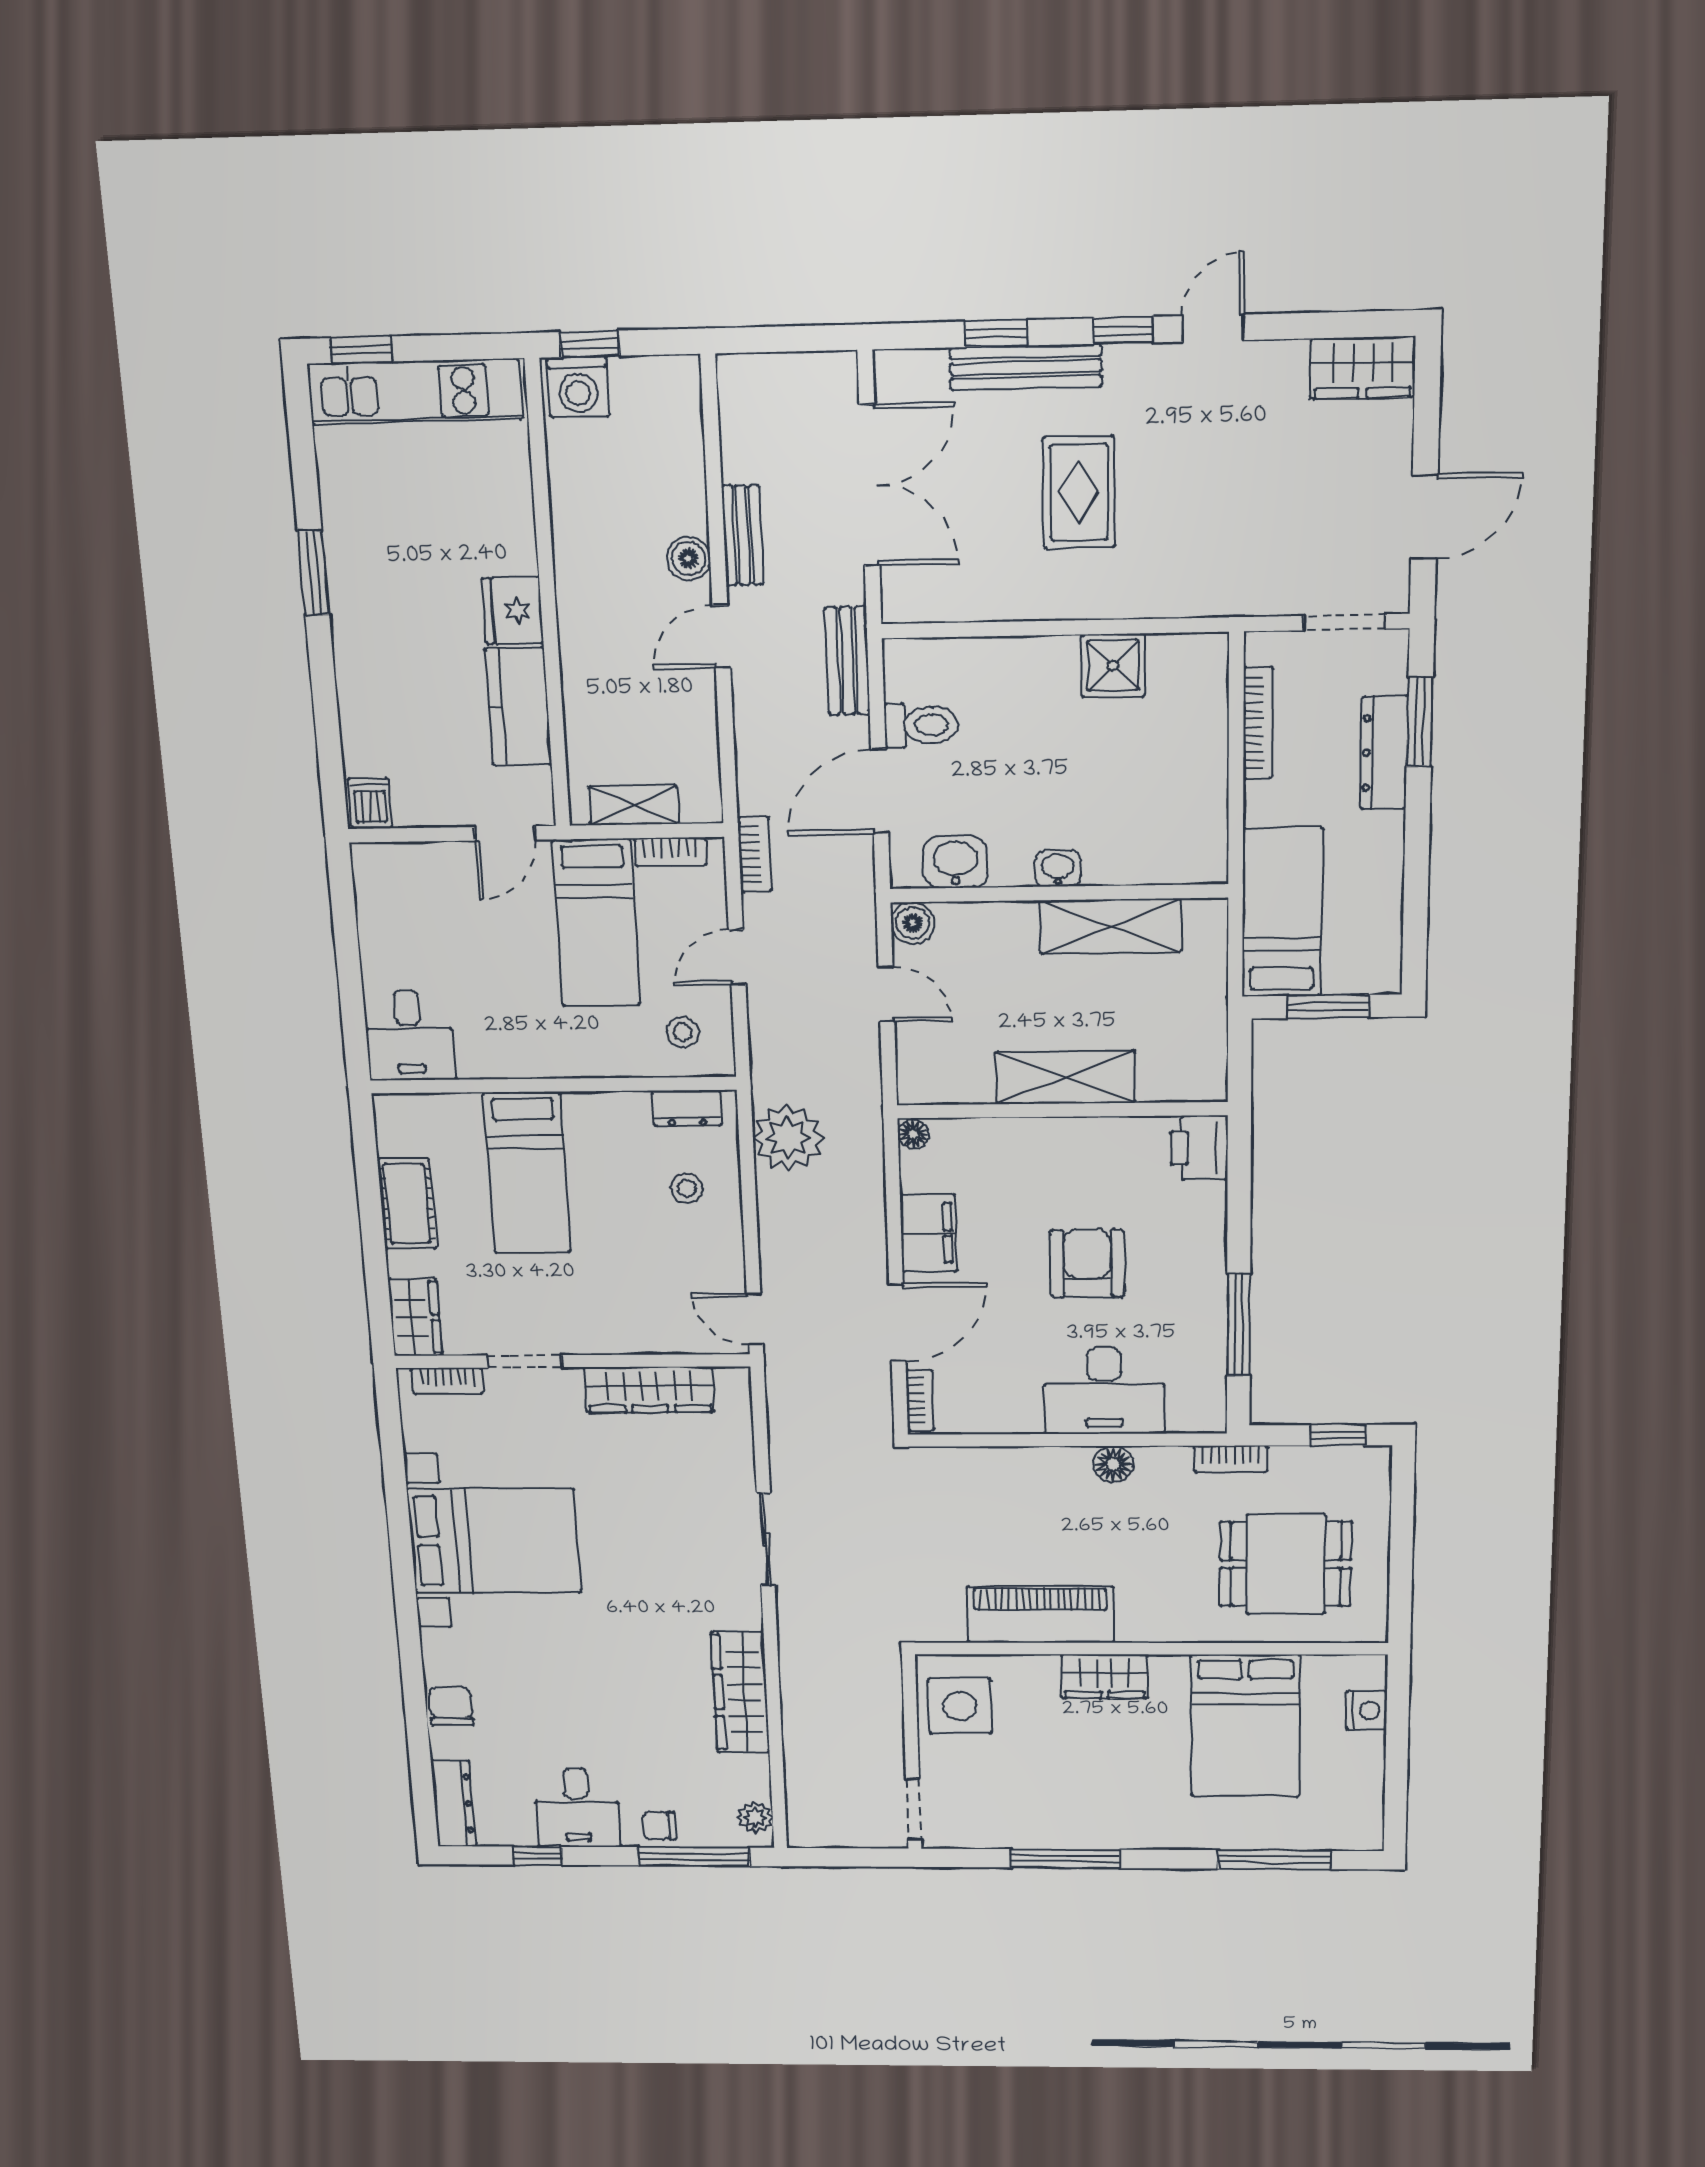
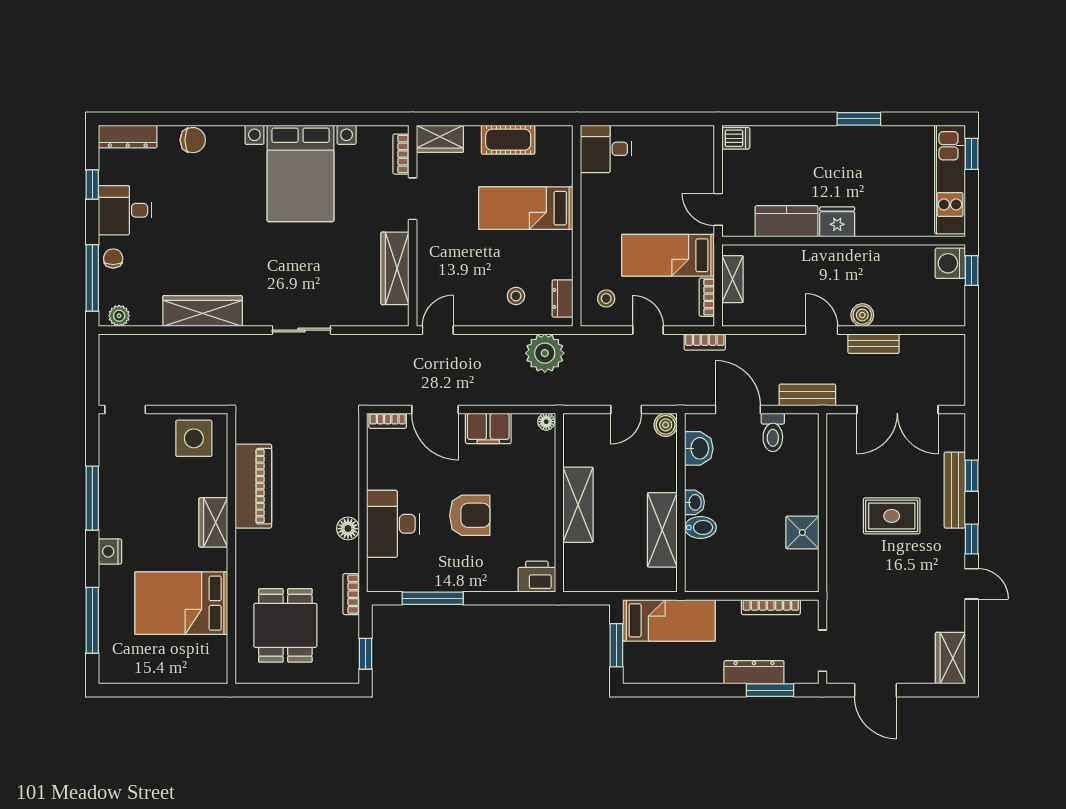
bidet: (1105, 857) -> (700, 527), added
nightstand: (1367, 1711) -> (110, 551), moved, turned 90

